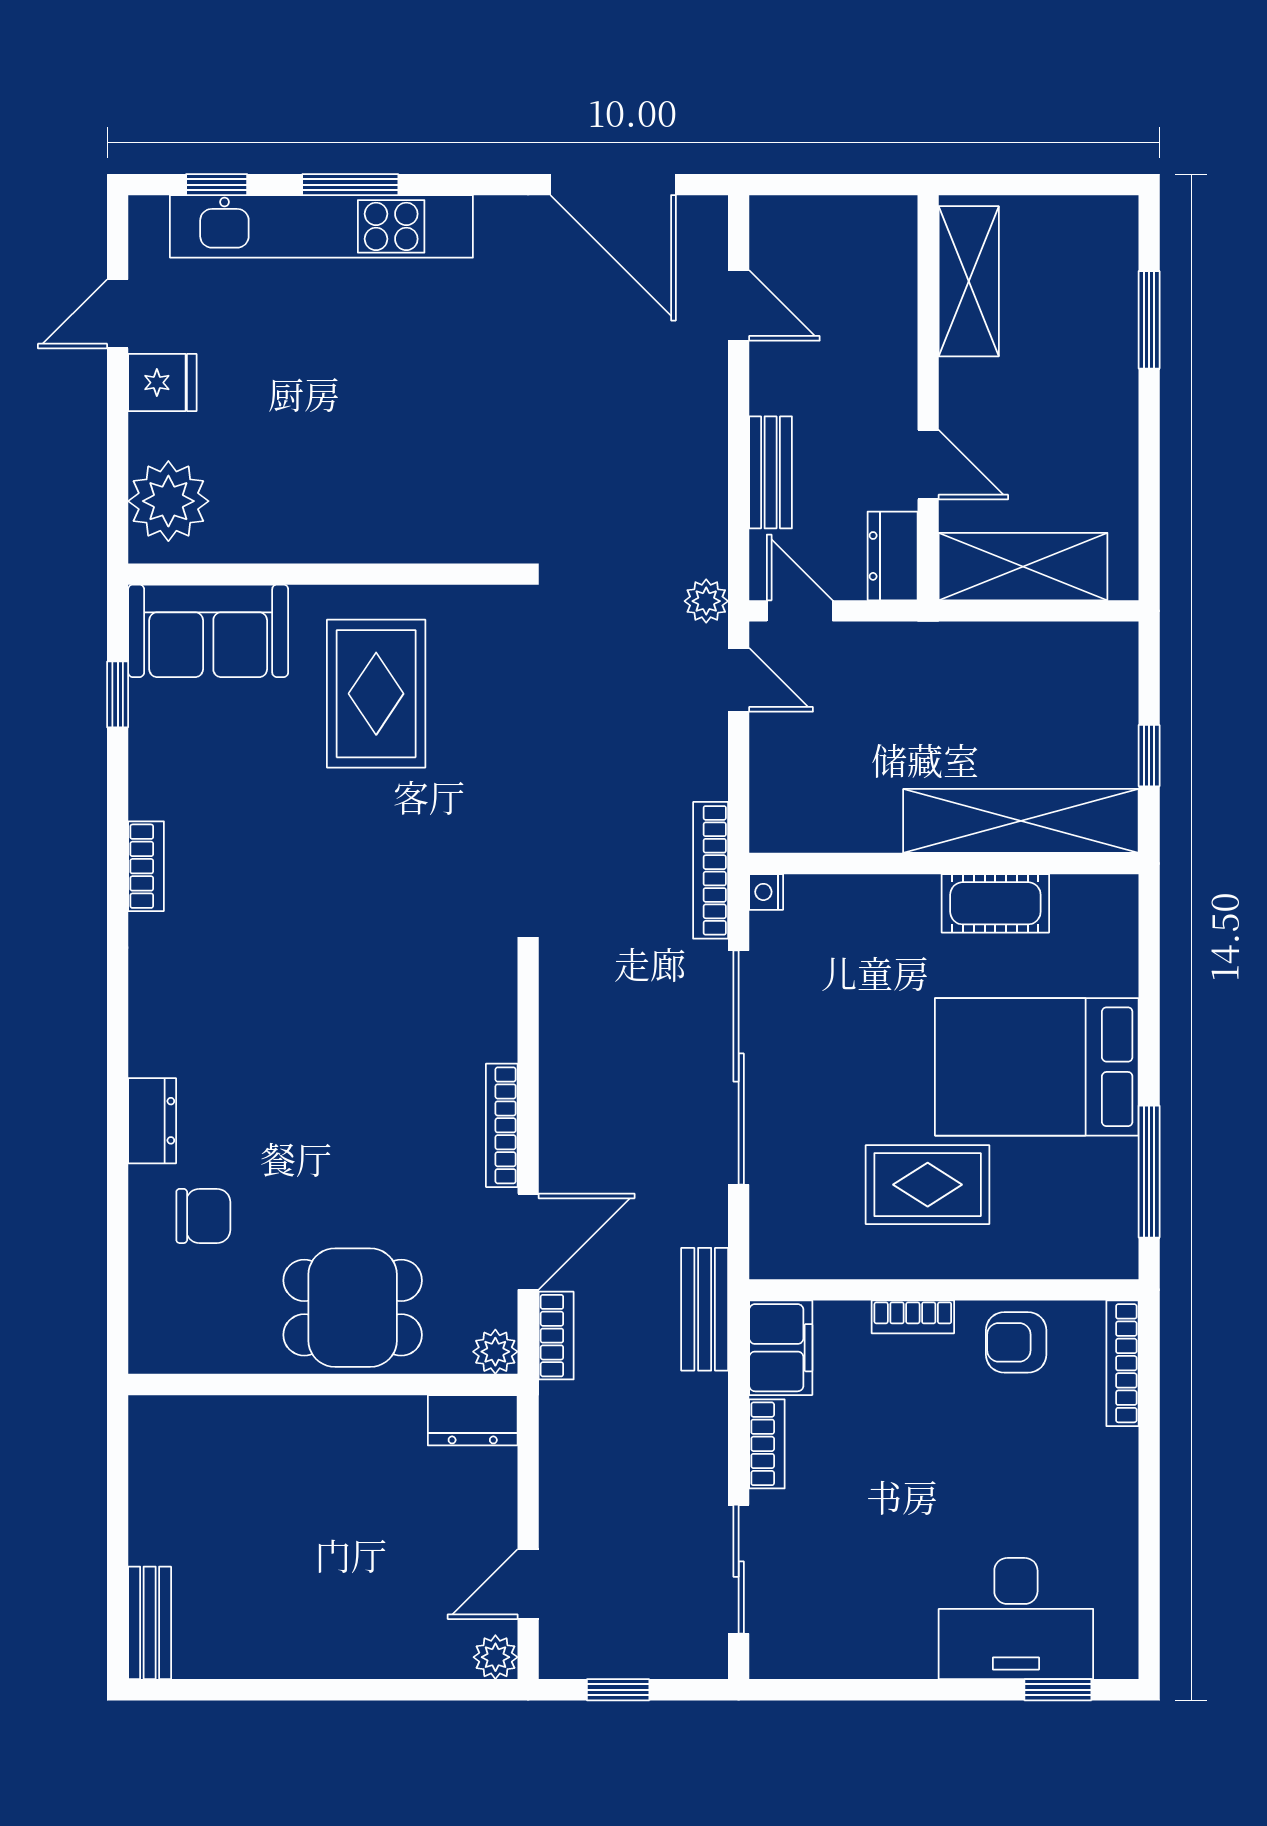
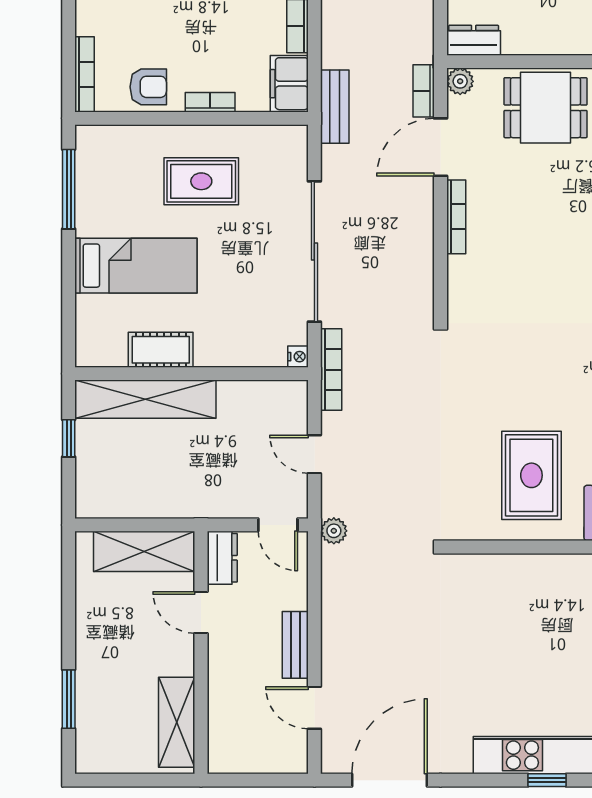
window: (350, 185) -> (547, 780), width x0.67
door: (613, 185) -> (390, 780), hinge flipped
bench: (771, 472) -> (295, 645), moved
door: (739, 680) -> (314, 454), moved
bed: (1037, 1067) -> (136, 266), width x0.67

